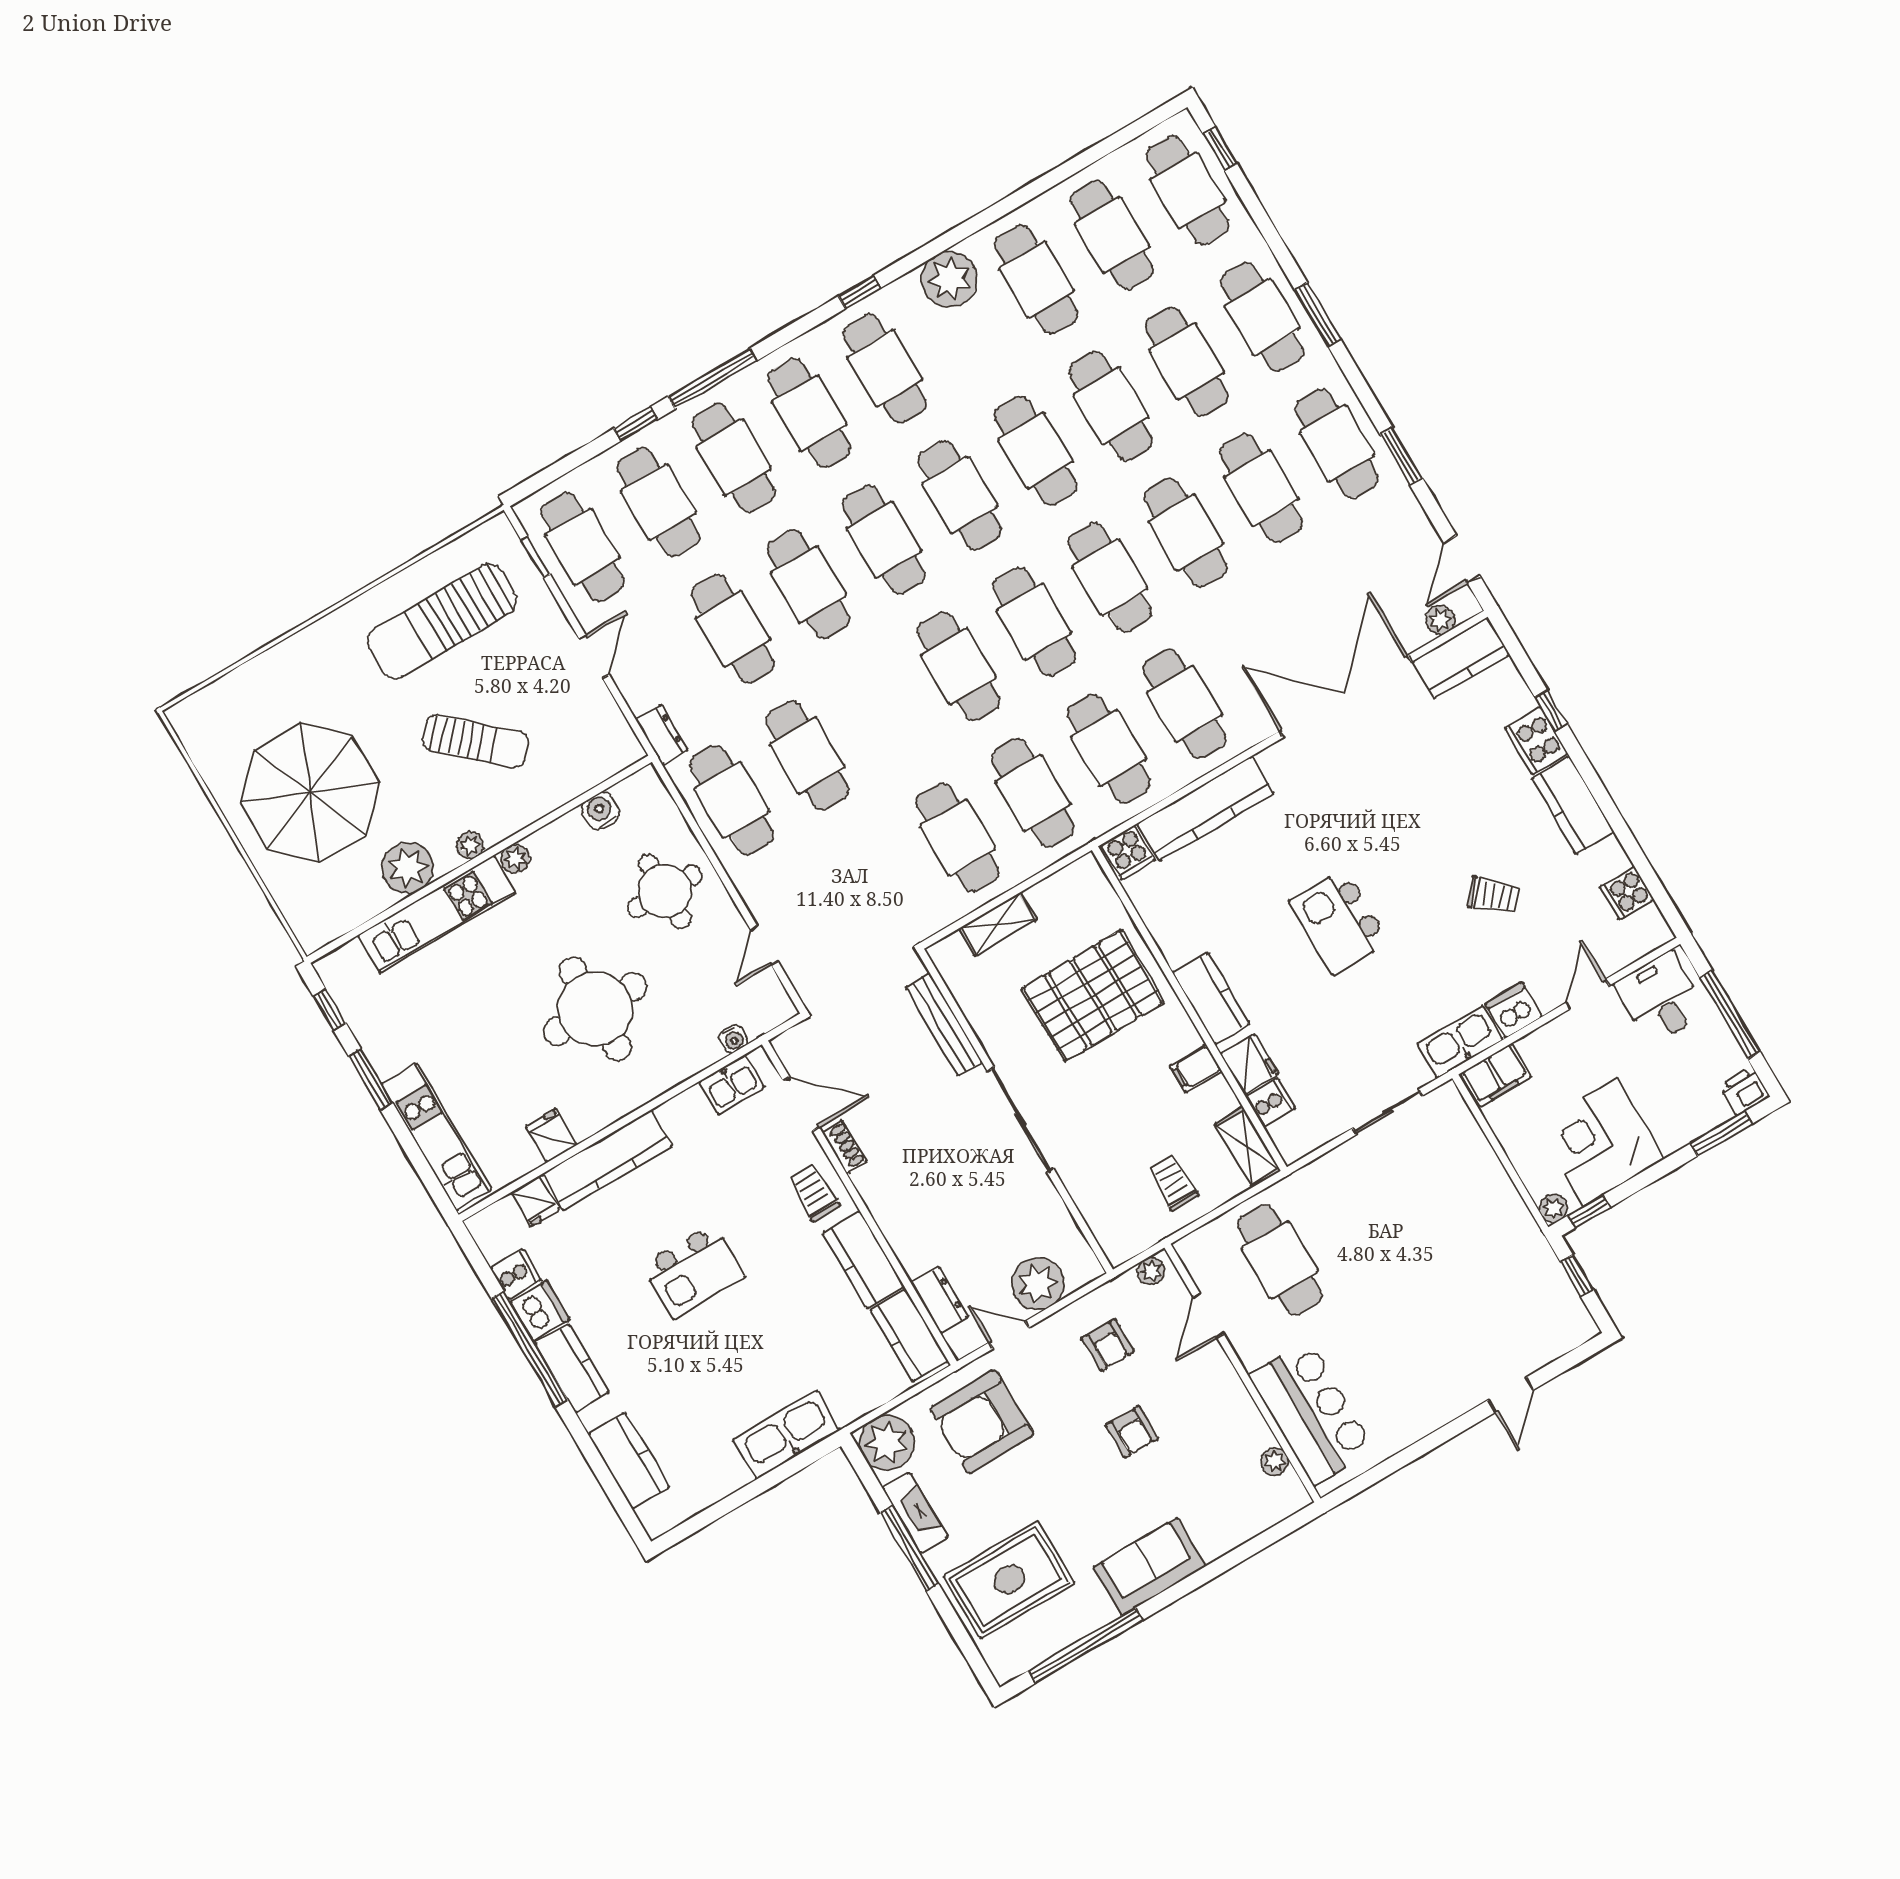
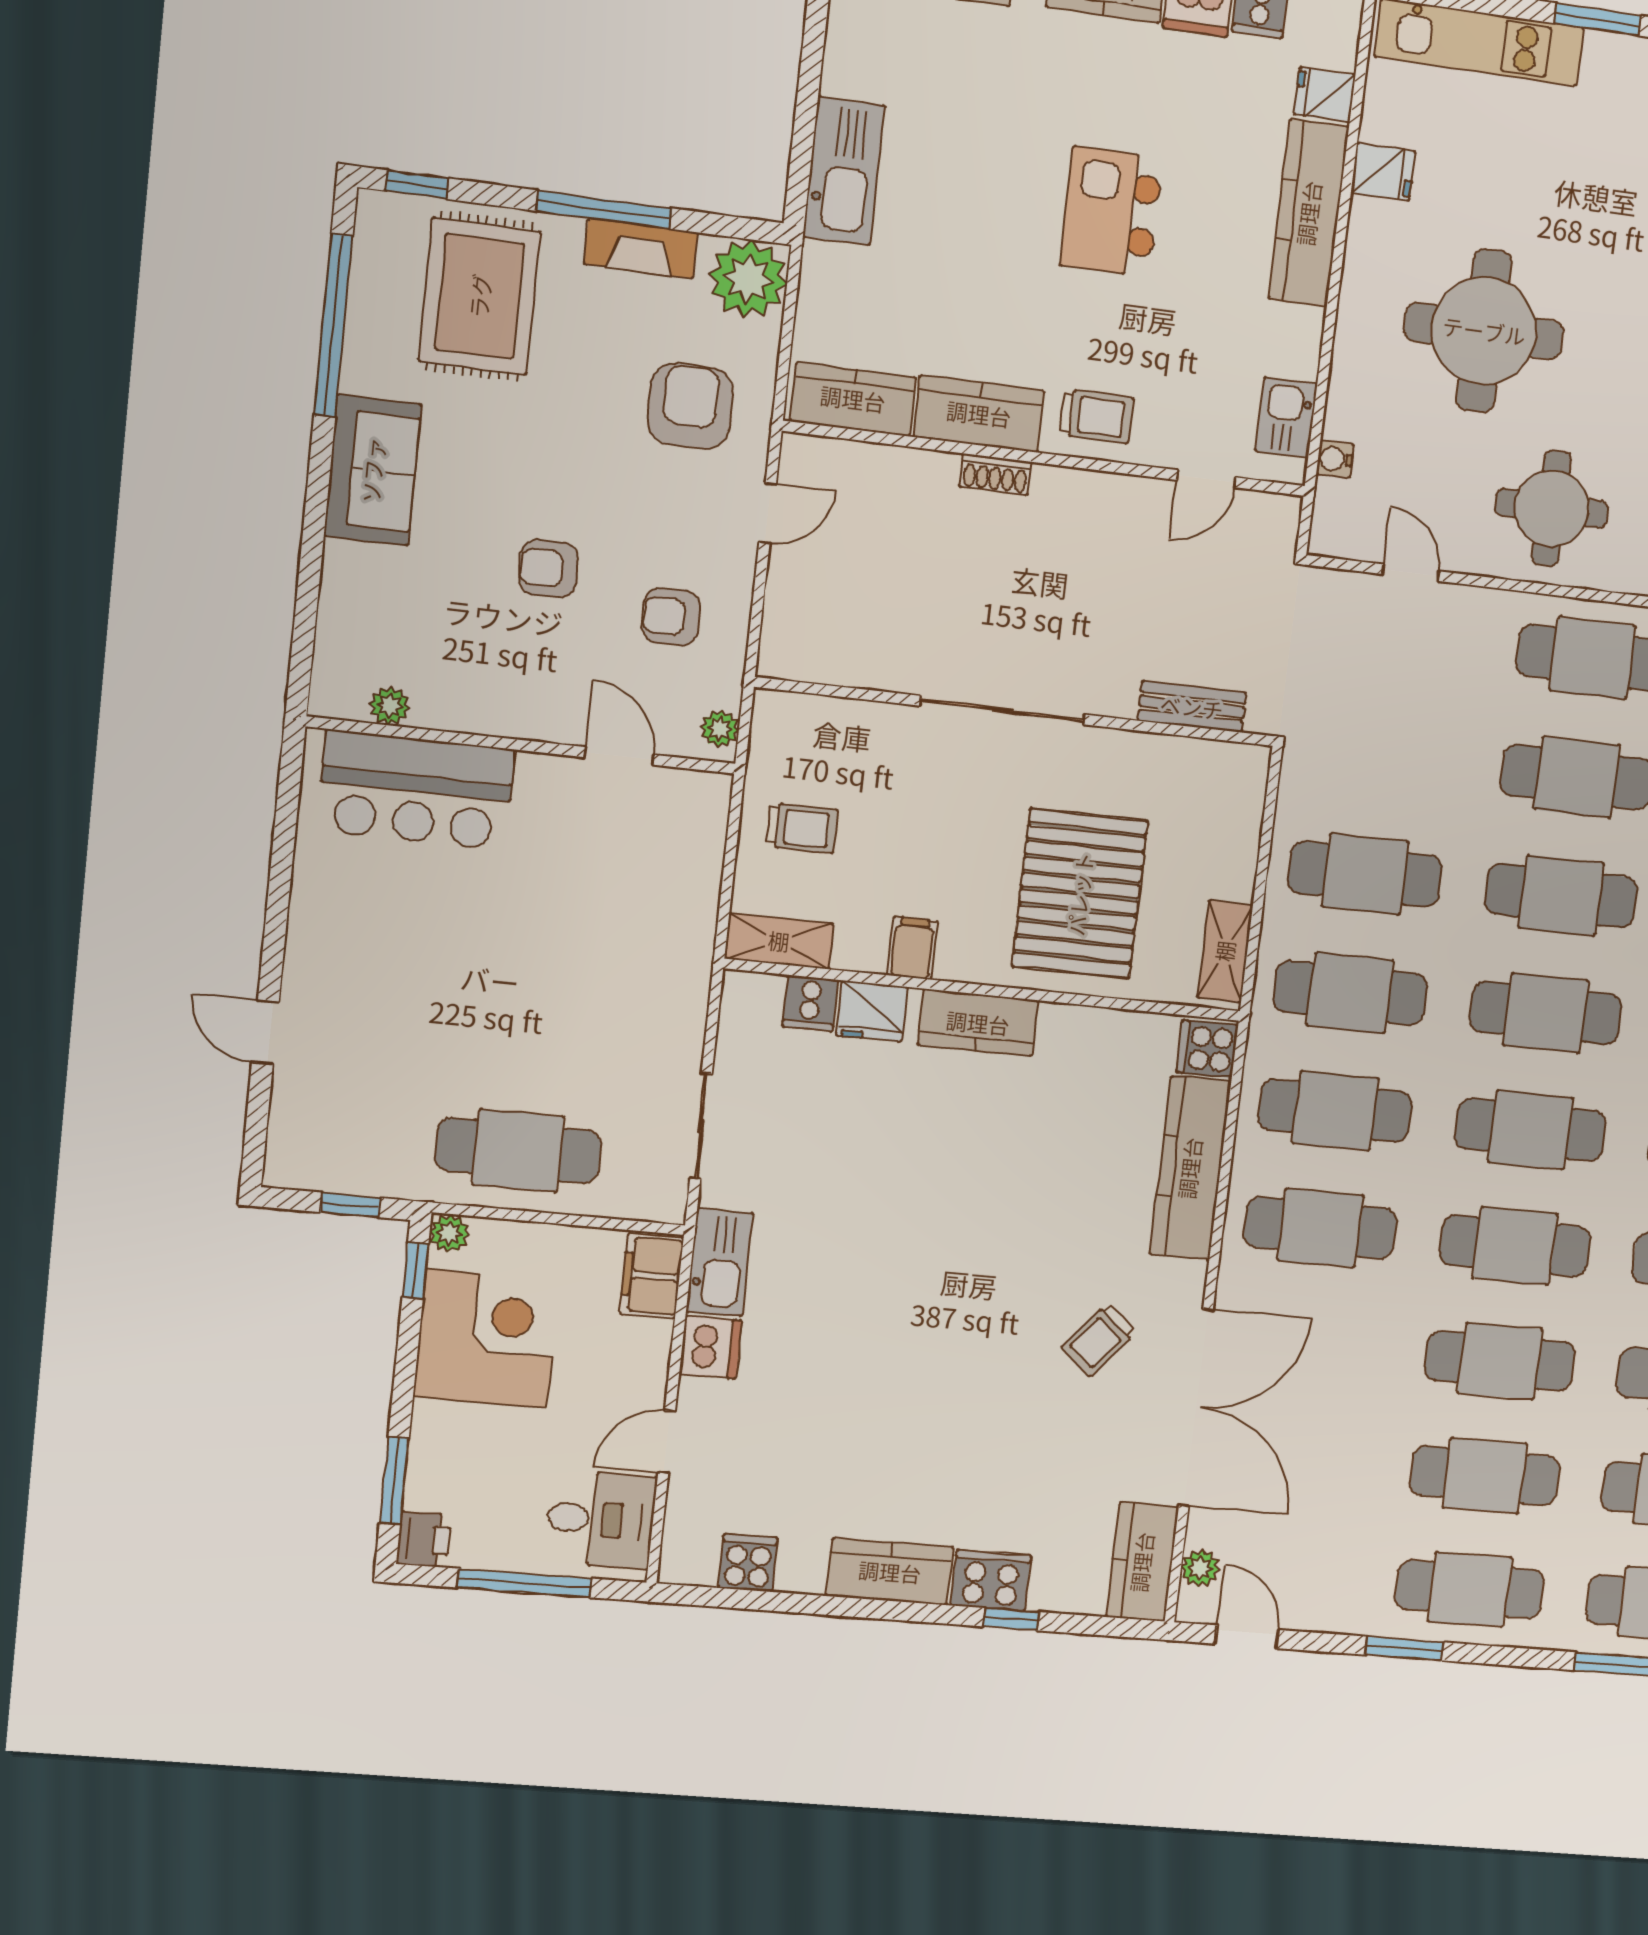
cafe table: (883, 711) -> (1561, 895), added
trolley: (1494, 895) -> (1099, 1340), moved
kitchen island: (1339, 921) -> (956, 1225), removed
shelving: (998, 924) -> (1225, 951), moved
door: (1588, 994) -> (667, 1442), swing flipped
bench: (944, 1025) -> (1192, 707), width x0.73
door: (801, 1104) -> (1206, 479), width x0.73
shoe rack: (844, 1147) -> (995, 474), moved
cafe table: (1280, 1260) -> (518, 1151), moved
plant: (1038, 1284) -> (802, 590), removed
dresser: (940, 1300) -> (868, 465), removed
armchair: (982, 1422) -> (690, 406), width x0.73, depth x0.73
window: (974, 1657) -> (417, 185), added

